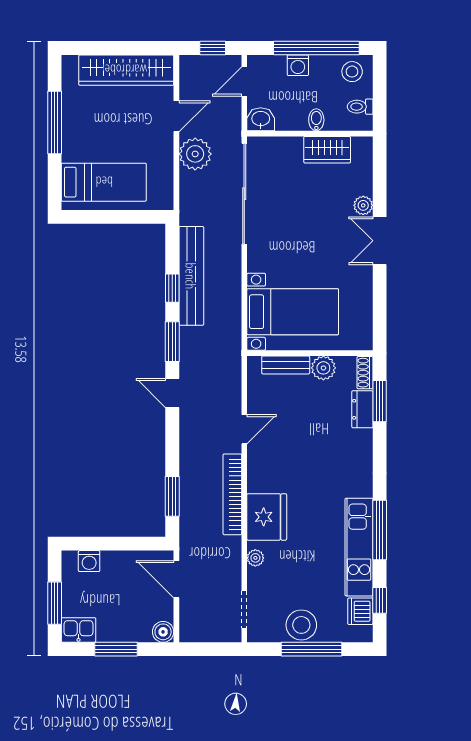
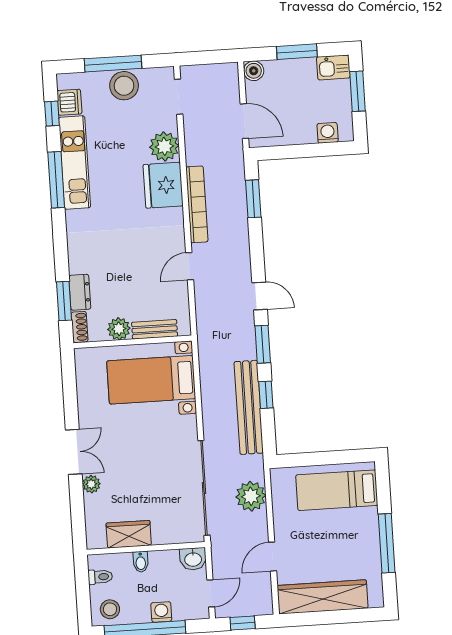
plant: (195, 154) -> (251, 496), moved
plant: (255, 558) -> (164, 146), width x1.88, depth x1.88

